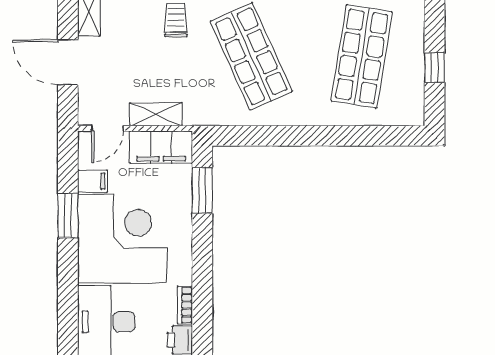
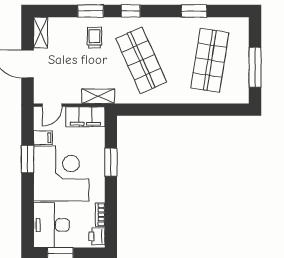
window: (434, 68) -> (255, 67), width x2.17
shelving: (156, 114) -> (98, 96), moved
window: (202, 190) -> (111, 162), moved

